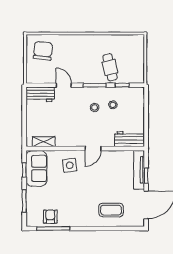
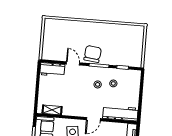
chair: (43, 51) -> (93, 54), moved
cafe table: (110, 67) -> (113, 51), removed
workbench: (130, 139) -> (120, 113), width x1.38

